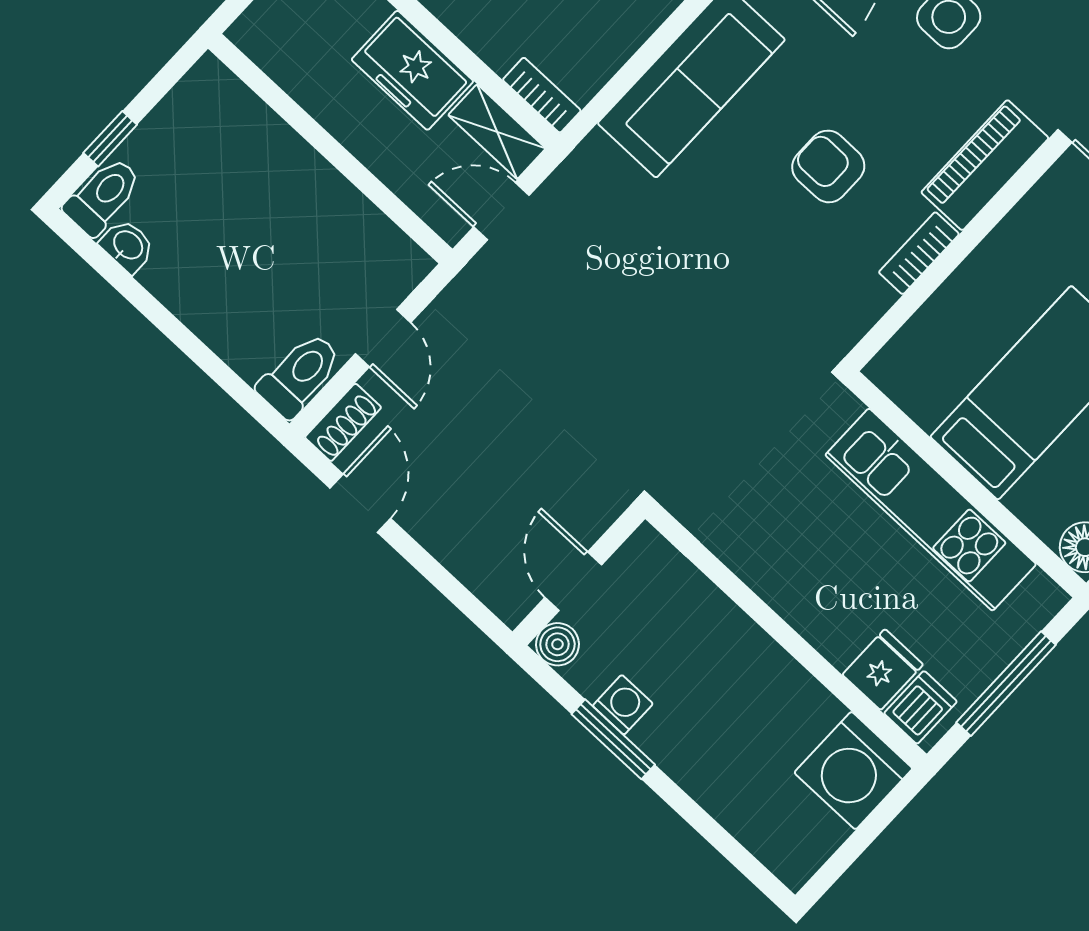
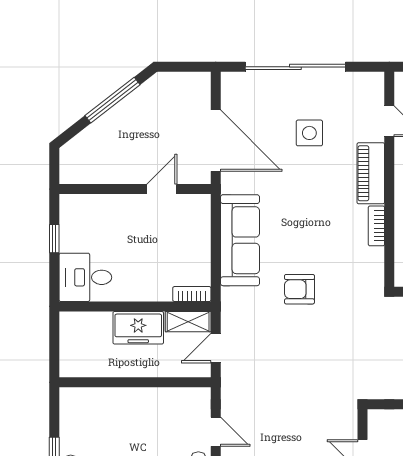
armchair: (828, 166) -> (299, 289), moved

